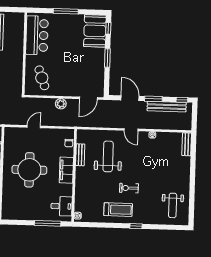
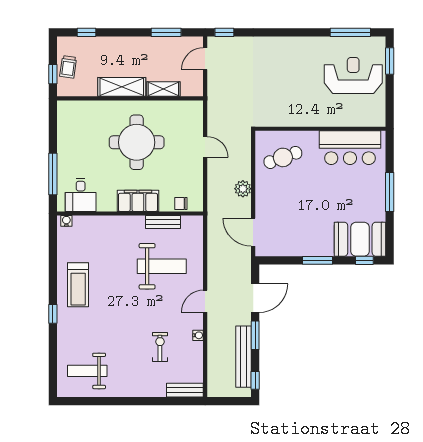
exercise bike: (129, 188) -> (160, 347), moved

